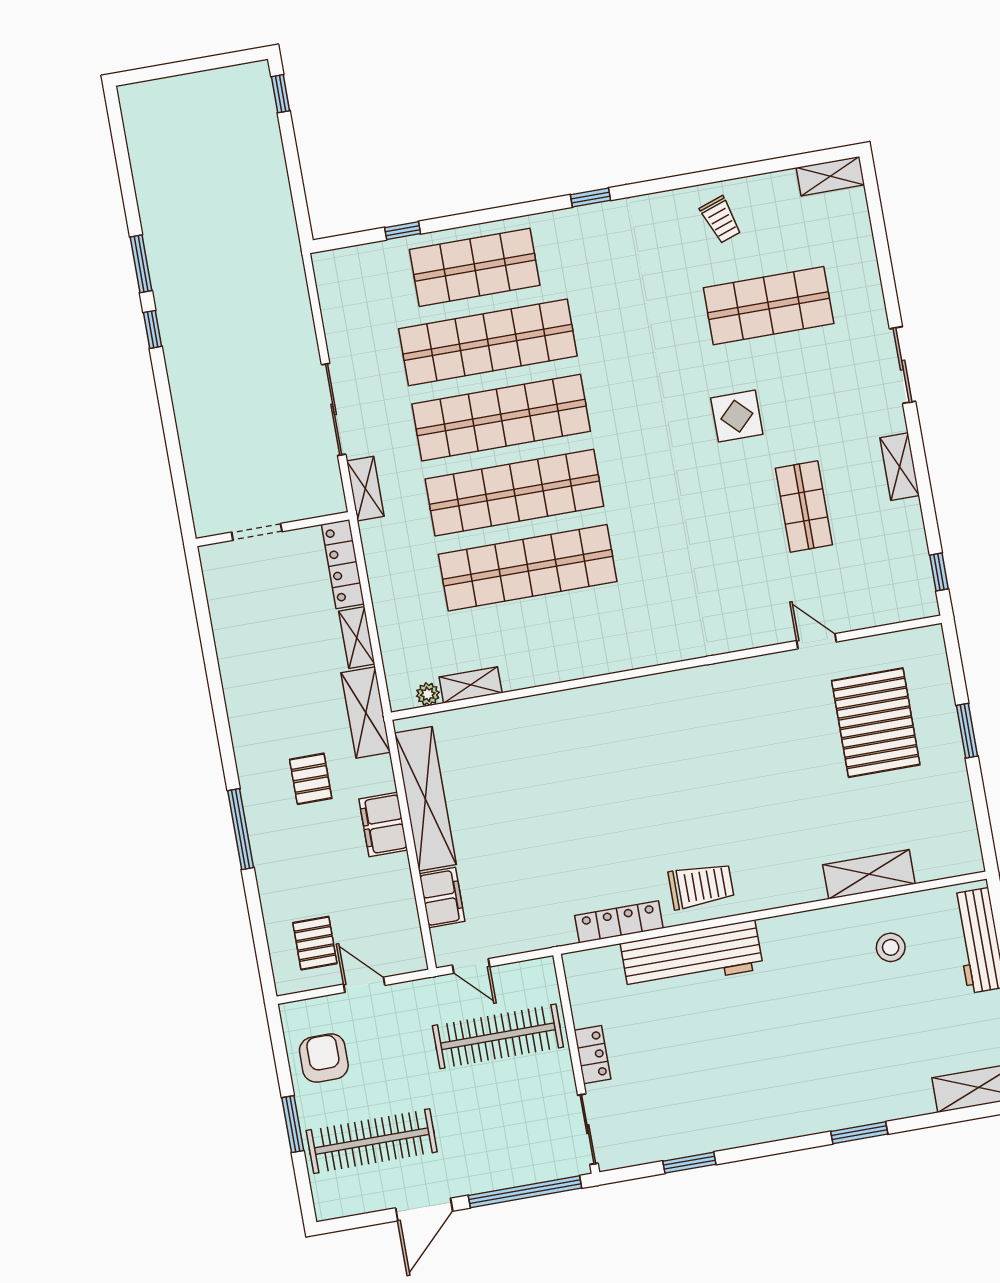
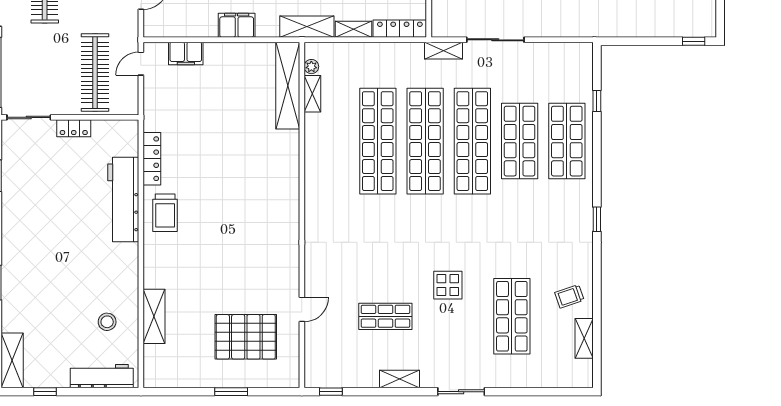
shelving: (830, 176) -> (584, 338), moved
shop shelf: (488, 342) -> (520, 141), width x0.71
shelving: (425, 799) -> (288, 86), moved, turned 90

